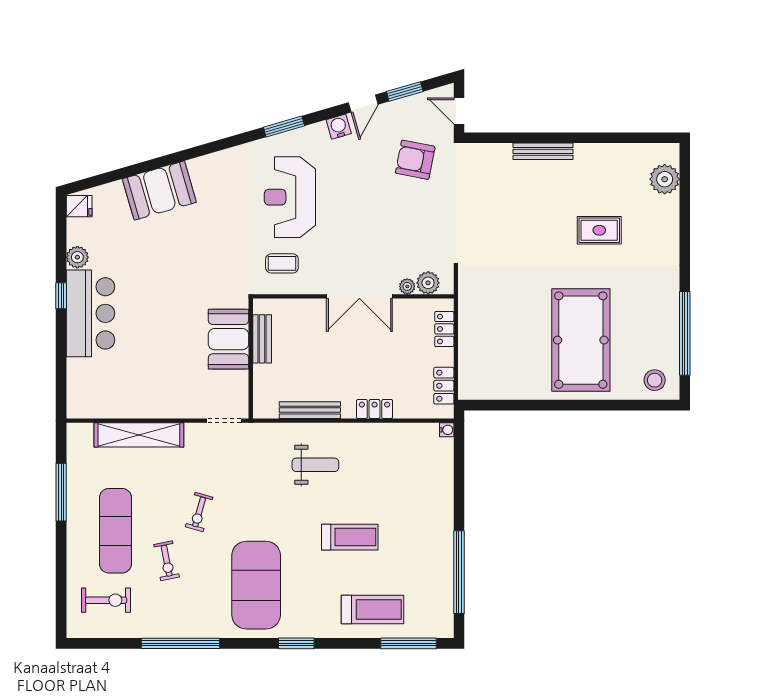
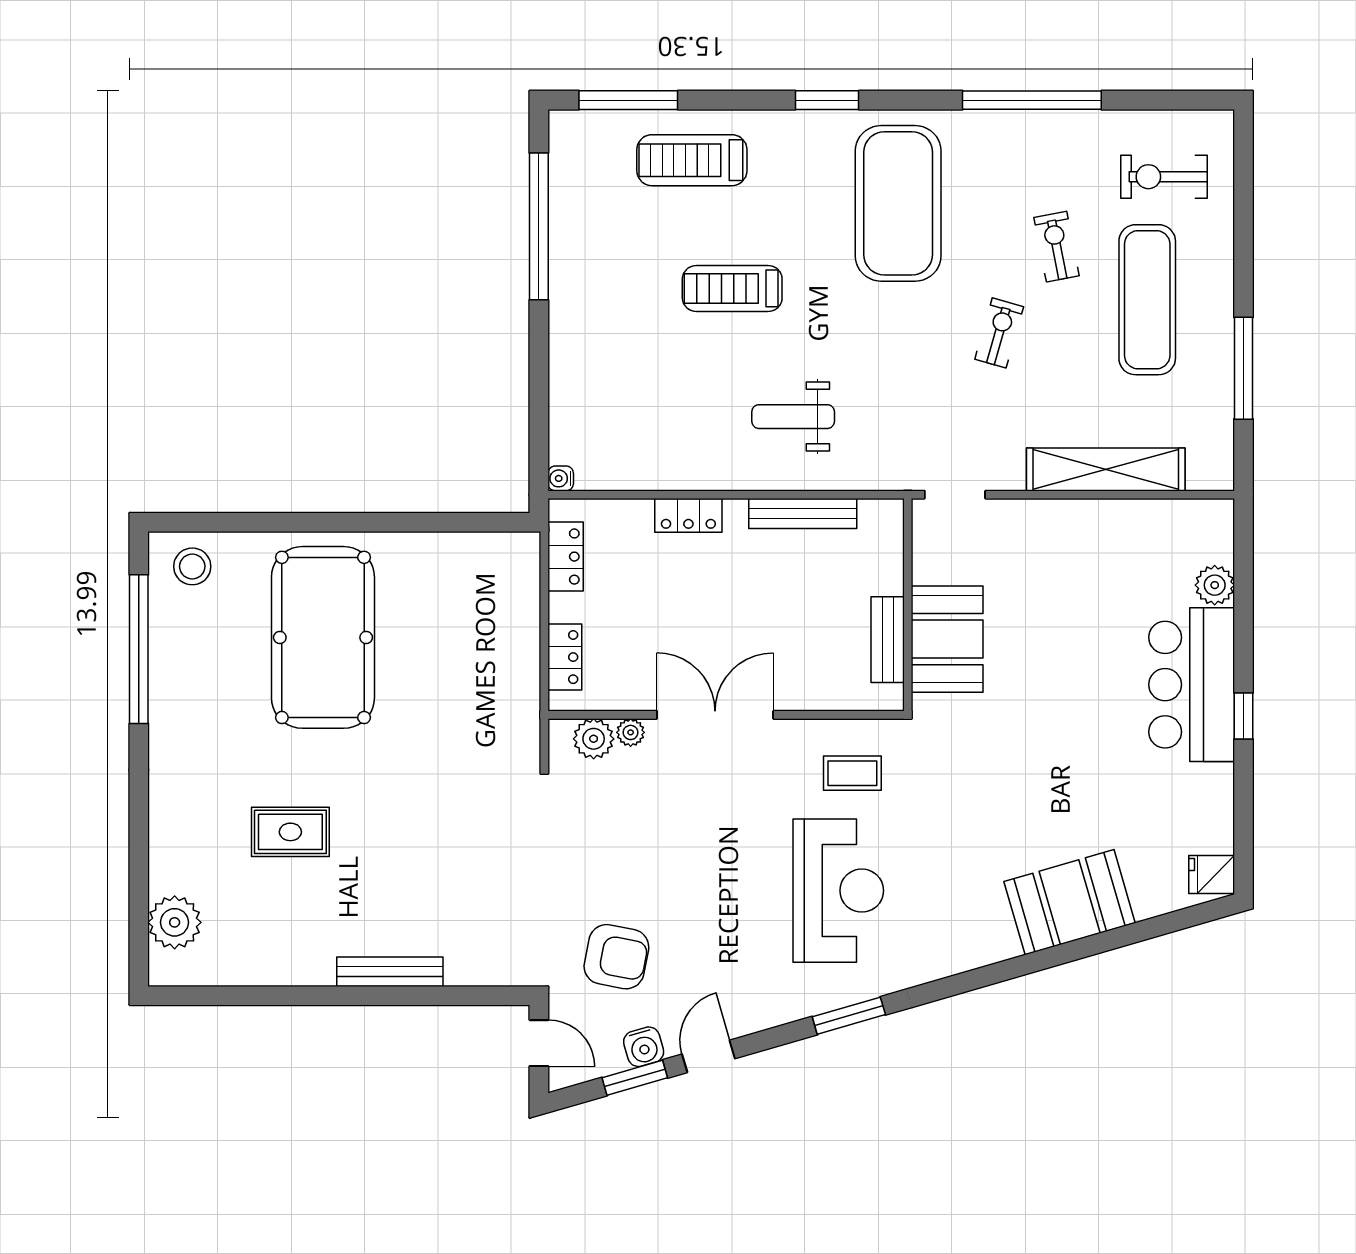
water cooler: (339, 127) -> (644, 1047), moved
plant: (77, 257) -> (1215, 585), moved

